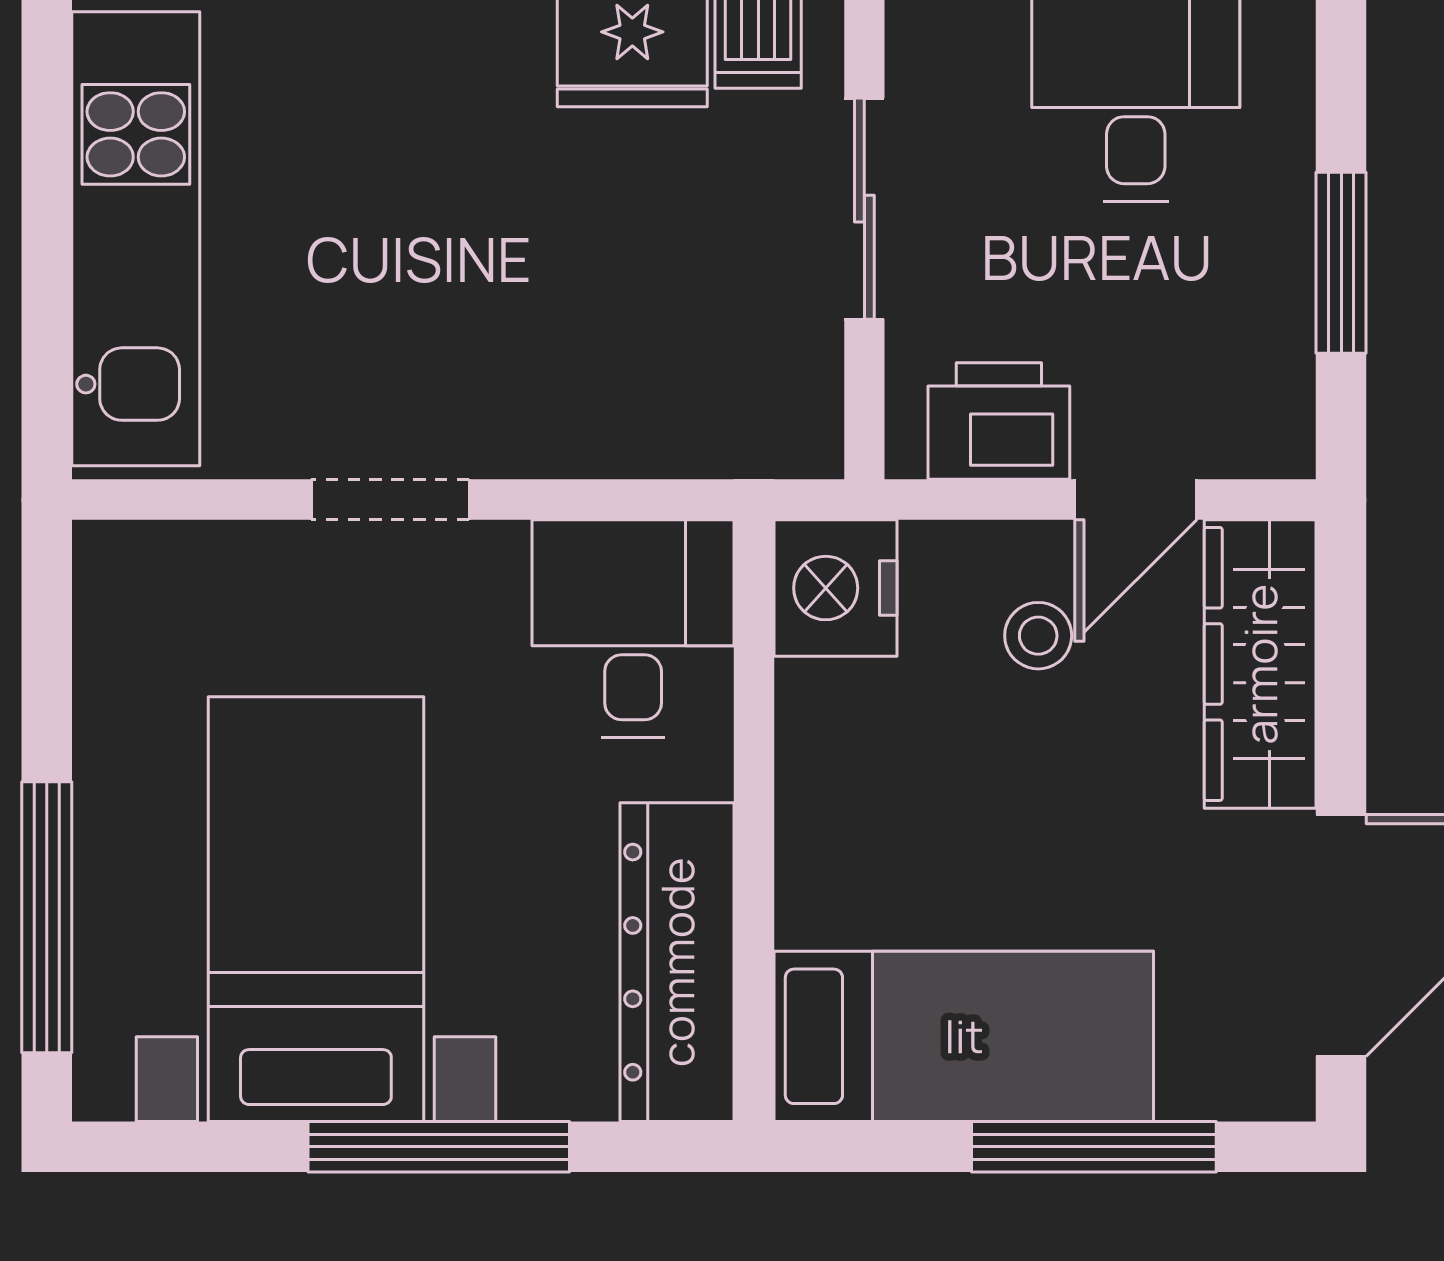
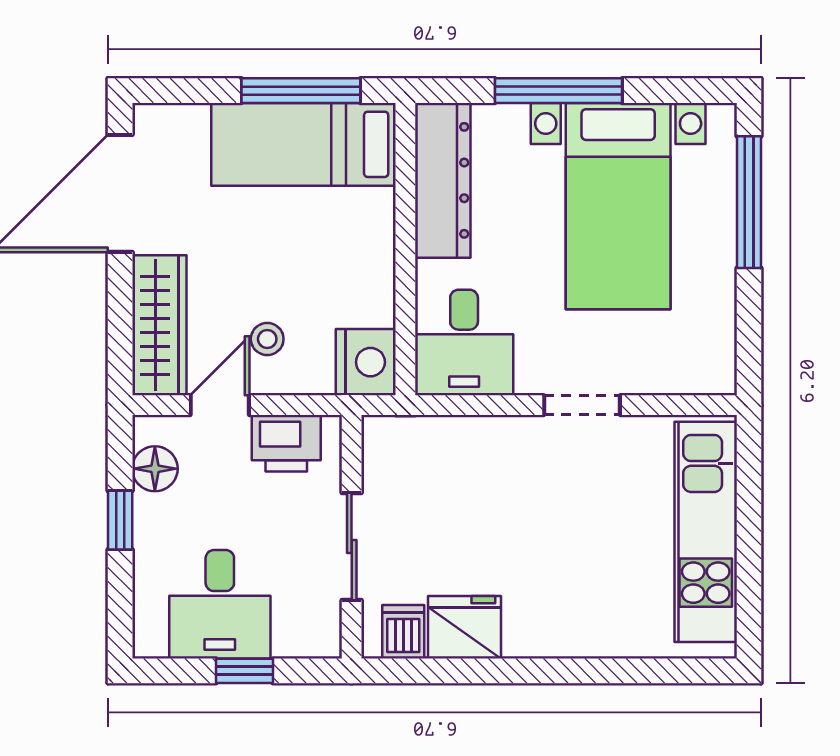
window: (1341, 263) -> (120, 520), width x0.67
floor lamp: (1269, 369) -> (155, 469), added
window: (1094, 1147) -> (301, 91), moved

